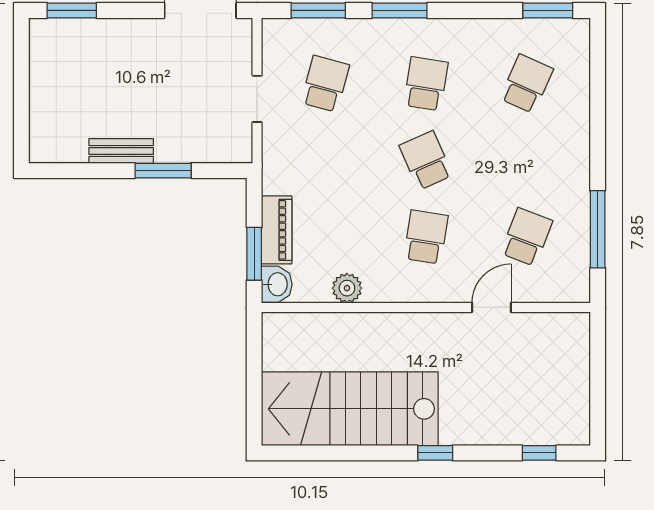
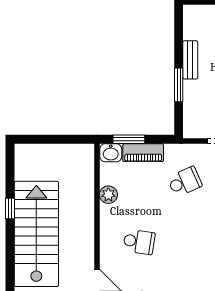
school desk: (426, 160) -> (185, 182), moved
stairs: (350, 409) -> (36, 234), moved
window: (435, 453) -> (10, 209), moved

